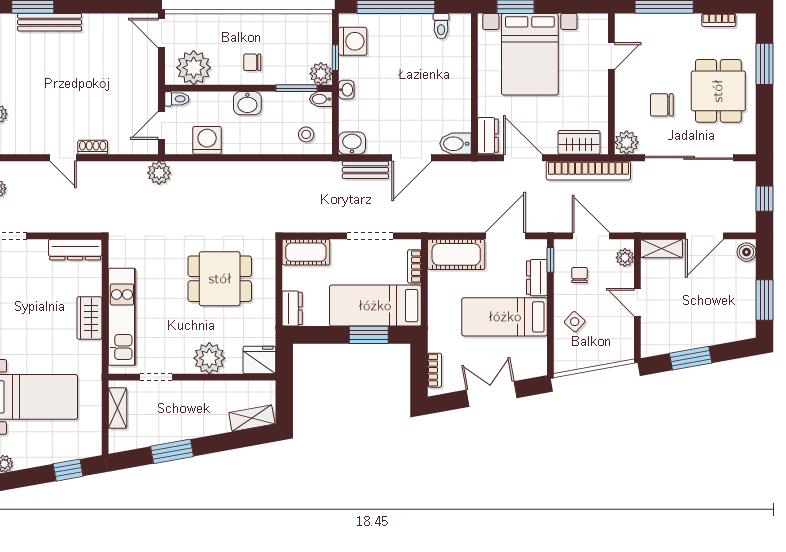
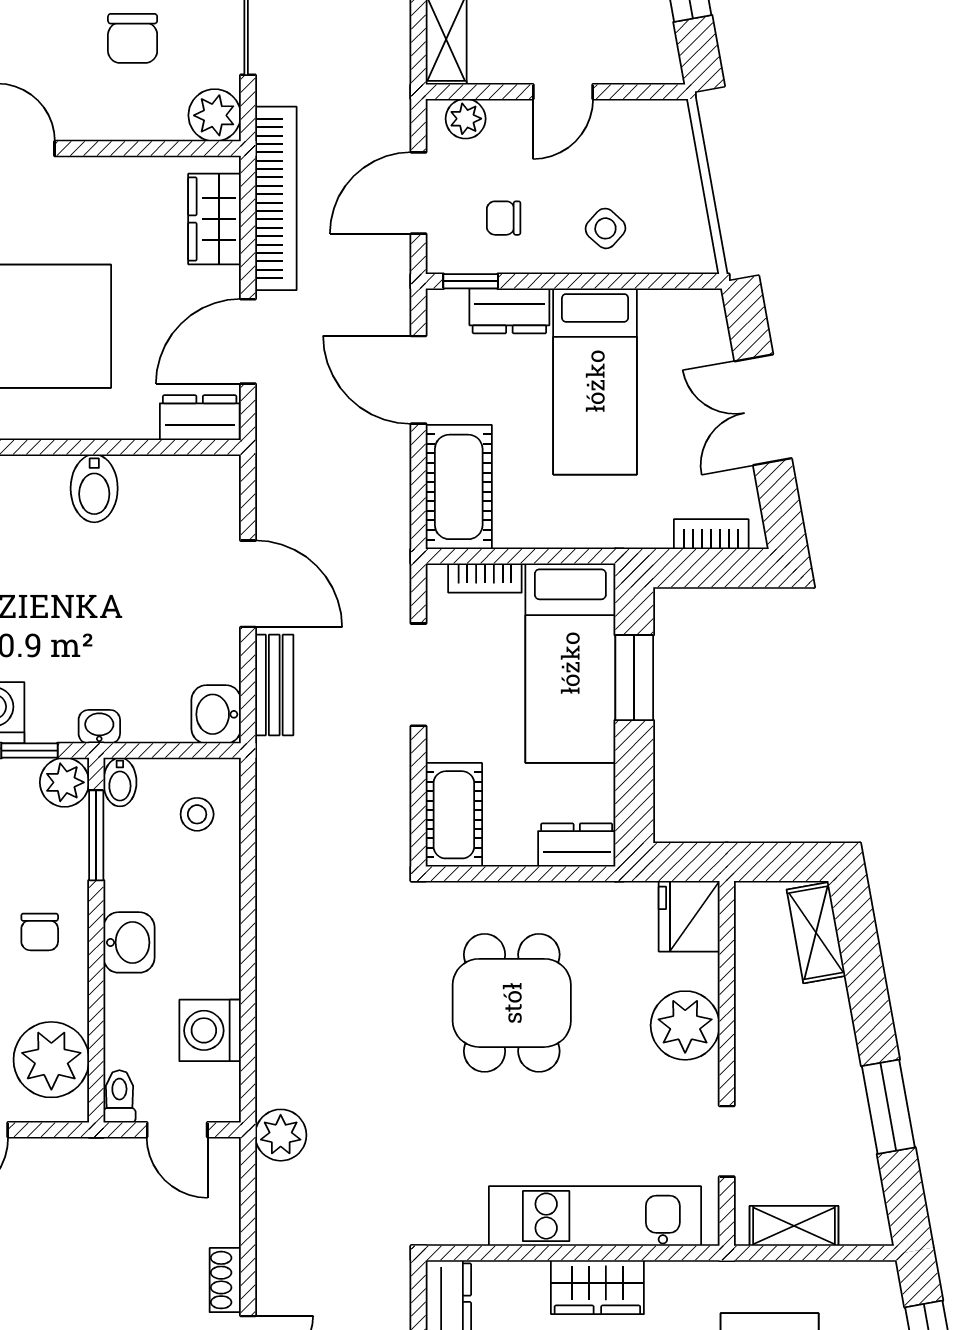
bidet: (456, 144) -> (94, 488), moved

